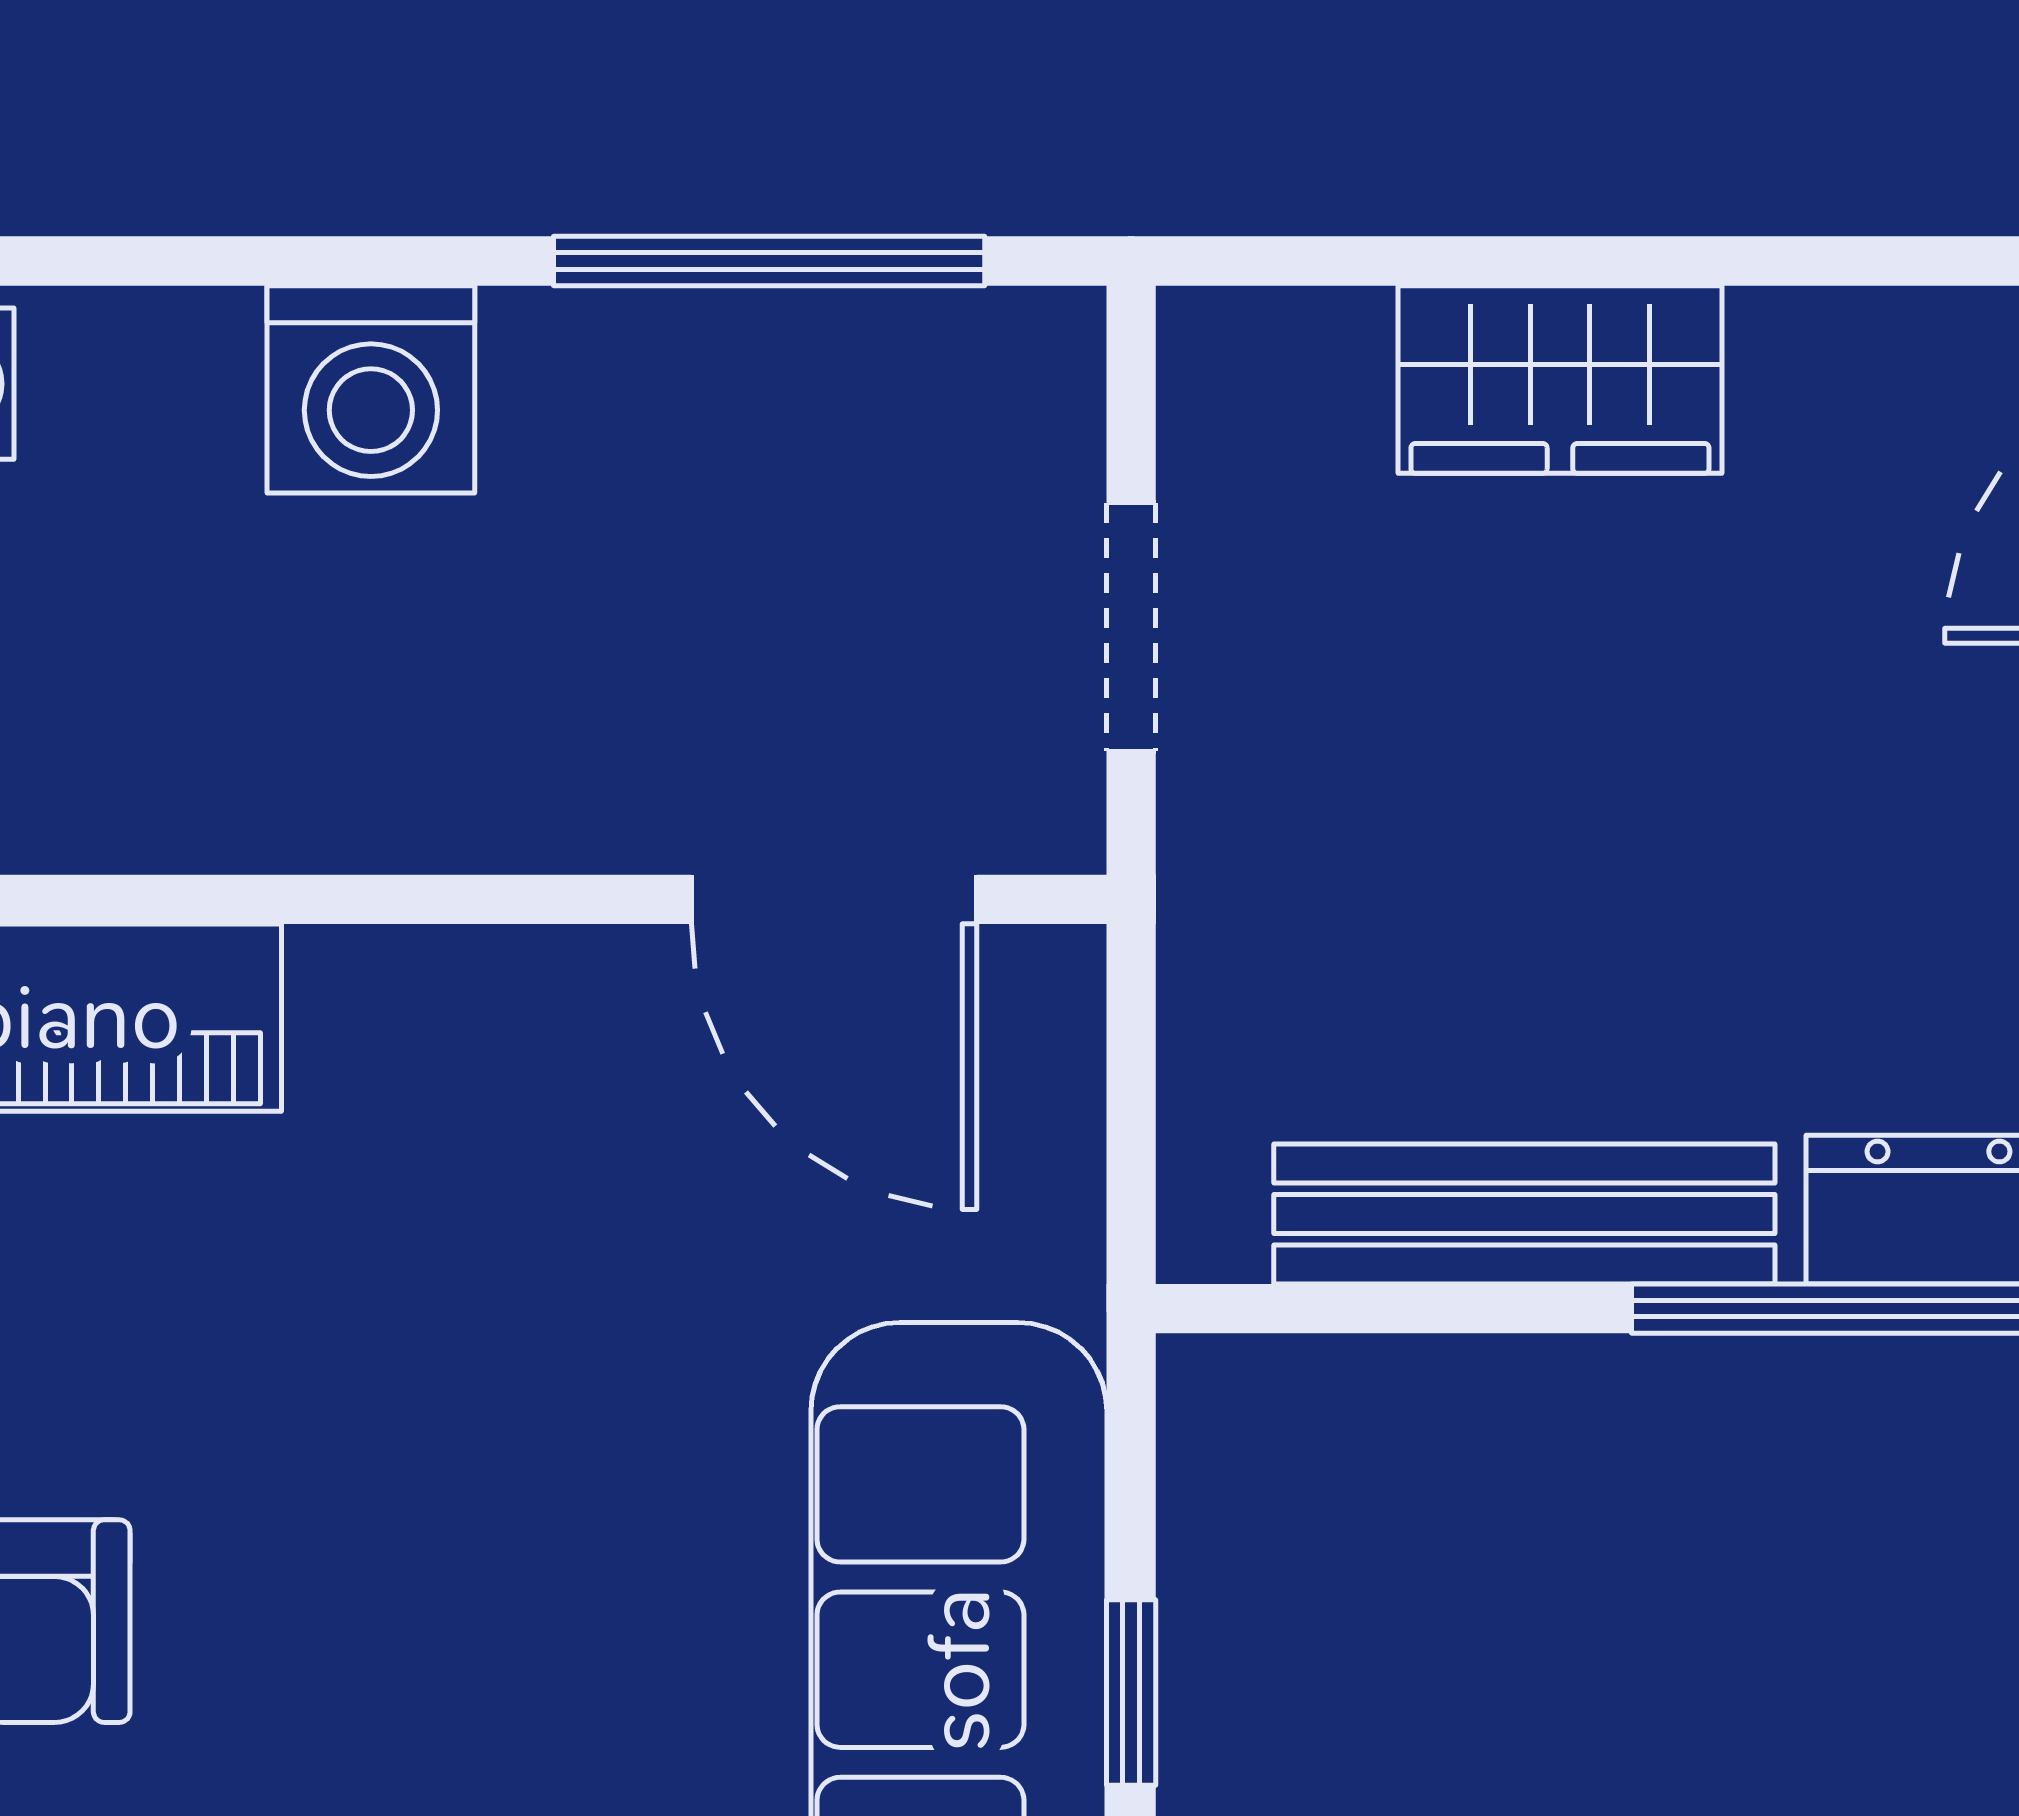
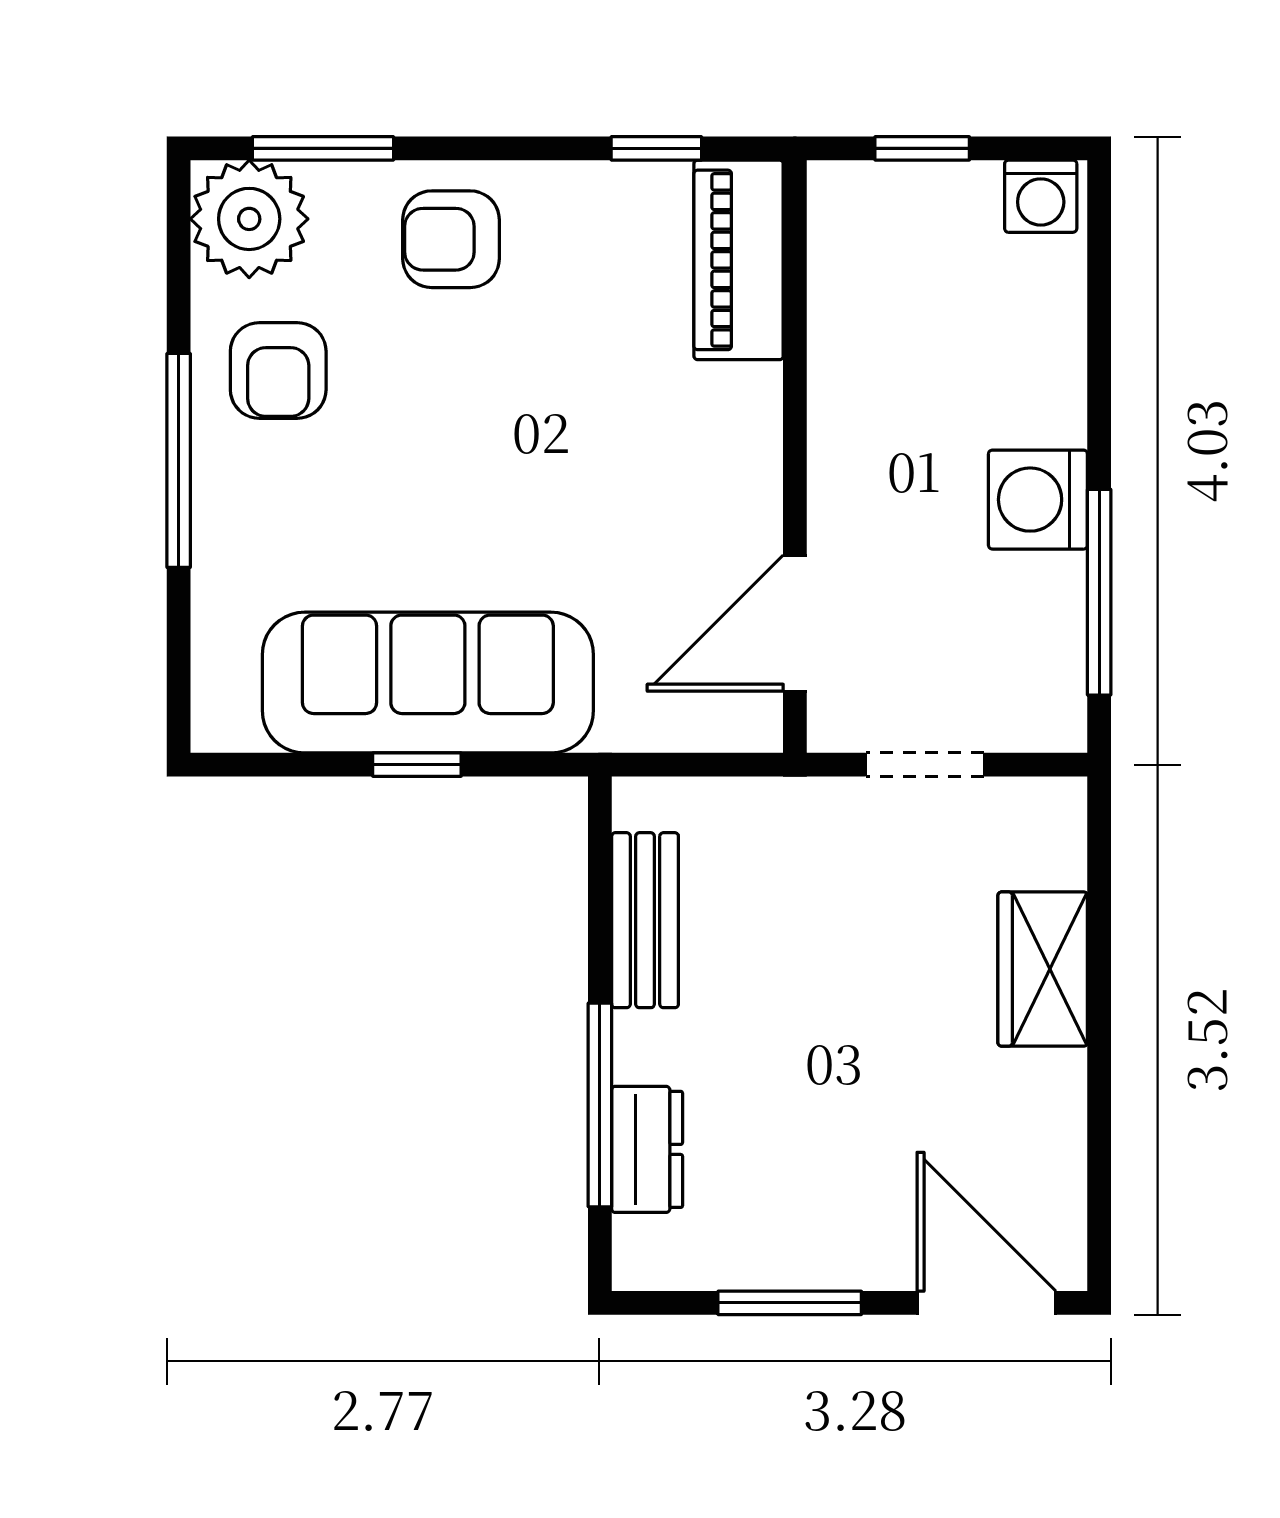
washing machine: (371, 389) -> (1038, 500), moved
bench: (1524, 1214) -> (645, 920), width x0.73

